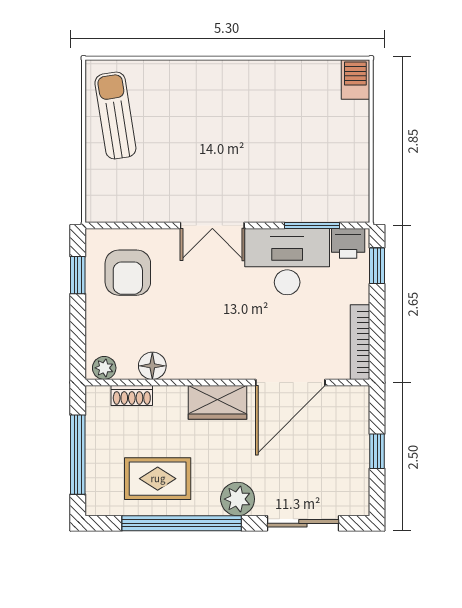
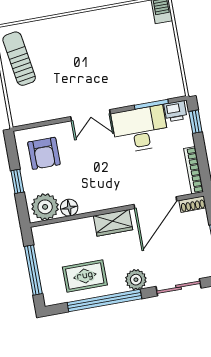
window: (78, 275) -> (17, 181), moved
plant: (104, 368) -> (45, 207), width x1.88, depth x1.88
shoe rack: (132, 396) -> (193, 204), moved

